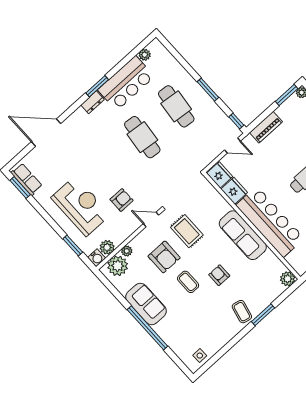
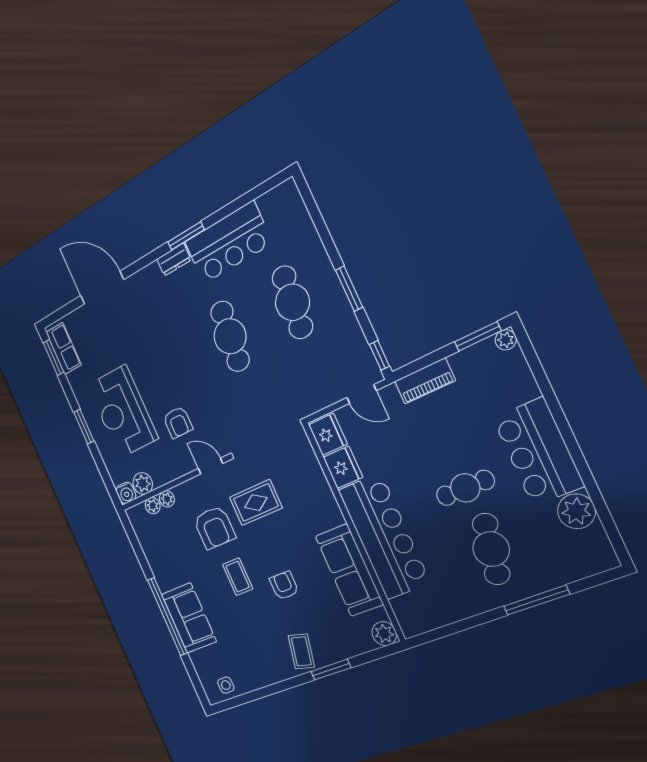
plant: (145, 55) -> (267, 202), removed
armchair: (122, 200) -> (178, 422), turned 90
reception desk: (81, 206) -> (123, 412), turned 180
rug: (187, 231) -> (256, 503), turned 90
sofa: (243, 235) -> (349, 570), moved
window: (73, 245) -> (84, 427), moved
plant: (118, 266) -> (153, 506), width x0.53, depth x0.53
sofa: (146, 304) -> (189, 618), moved

